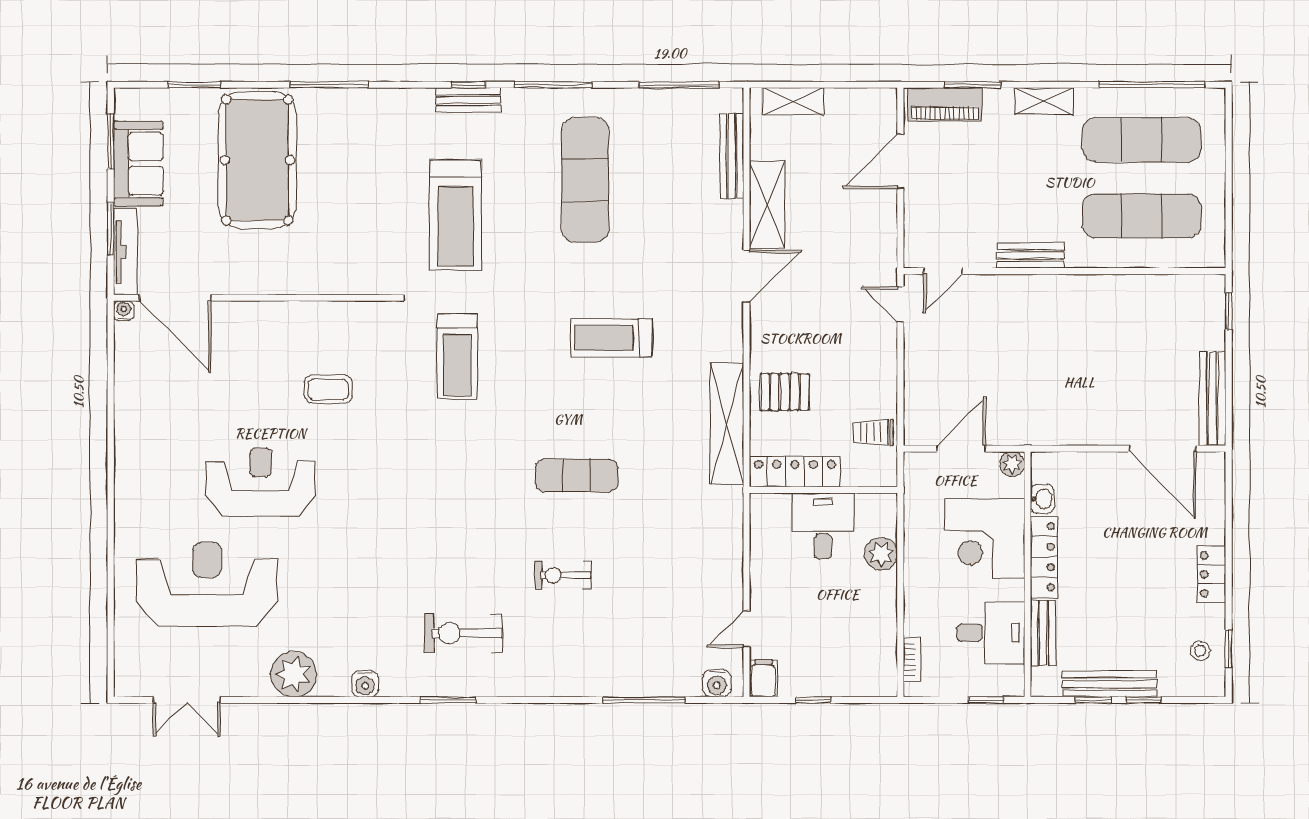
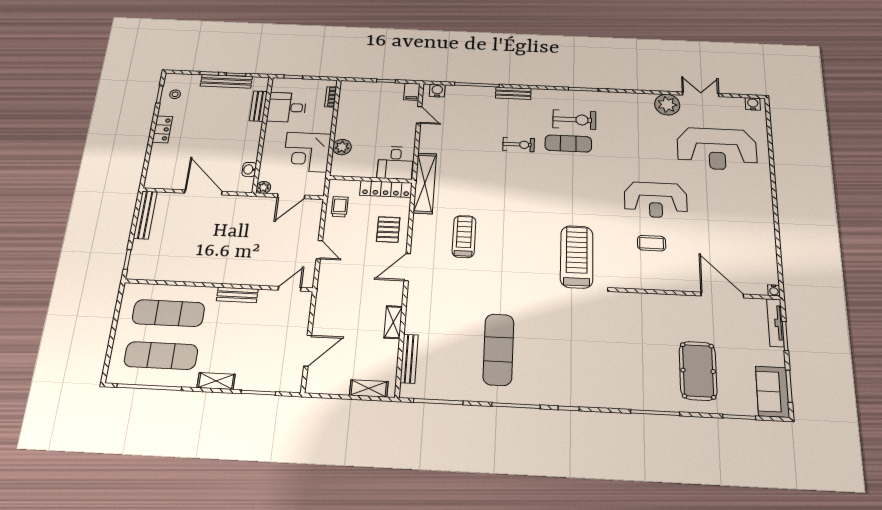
bench: (468, 100) -> (513, 93), moved
piano: (945, 104) -> (277, 382), removed
pool table: (257, 160) -> (698, 371), width x0.73, depth x0.76
sofa: (138, 164) -> (772, 392), moved
shelving: (767, 205) -> (393, 322), width x0.67, depth x0.75
treadmill: (456, 215) -> (577, 334), removed
door: (747, 276) -> (407, 267), moved
door: (175, 298) -> (722, 295), moved
door: (900, 304) -> (319, 250), moved
treadmill: (612, 338) -> (464, 237), moved, turned -90
treadmill: (457, 356) -> (577, 257), width x1.37, depth x1.38
pallet: (785, 392) -> (388, 230), turned 90
shelving: (727, 424) -> (425, 183), moved
trolley: (873, 432) -> (340, 207), turned -90
door: (1163, 449) -> (203, 192), moved
exercise mat: (577, 475) -> (568, 144), moved
reception desk: (261, 482) -> (656, 200), moved
desk: (823, 526) -> (395, 163), moved
corner desk: (985, 538) -> (307, 152), moved, turned 180
locker: (1044, 557) -> (252, 142), removed
door: (747, 629) -> (419, 115), hinge flipped
water cooler: (365, 684) -> (753, 104), moved
double door: (187, 700) -> (701, 94), moved

